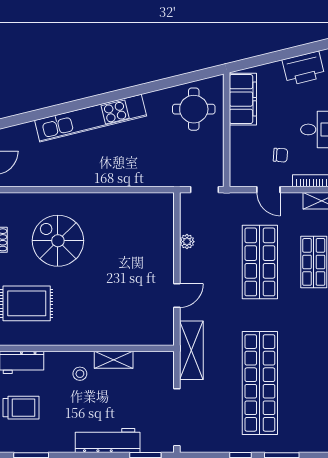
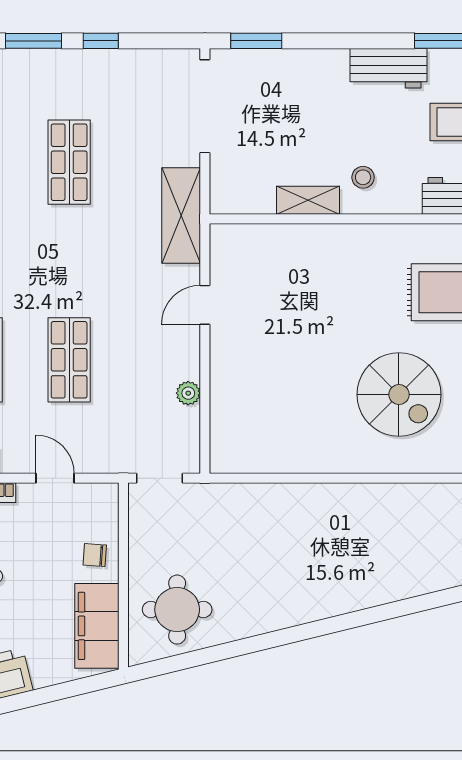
kitchen unit: (91, 118) -> (346, 595), removed
chair: (280, 155) -> (95, 555), moved
shop shelf: (260, 262) -> (69, 360), width x0.70, depth x0.74
shop shelf: (260, 383) -> (69, 162), width x0.50, depth x0.74
workbench: (108, 440) -> (389, 68), moved, width x0.73

